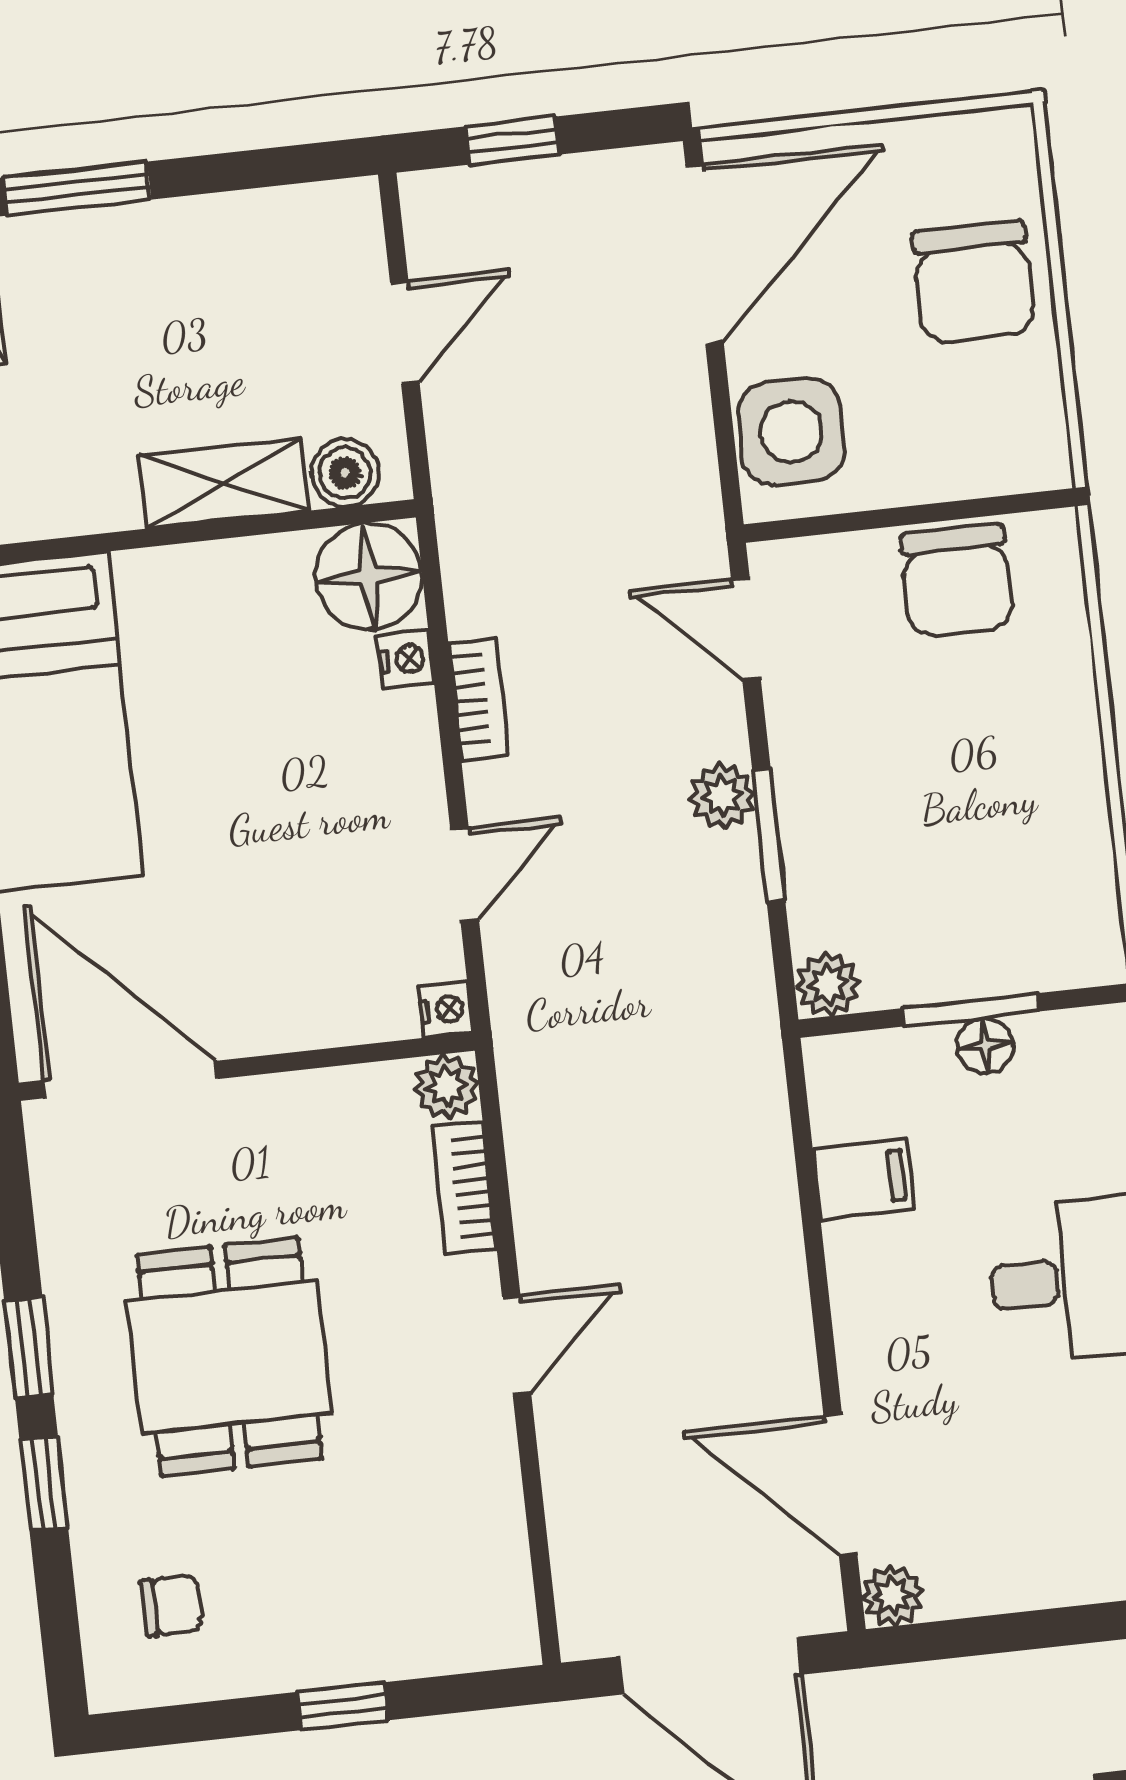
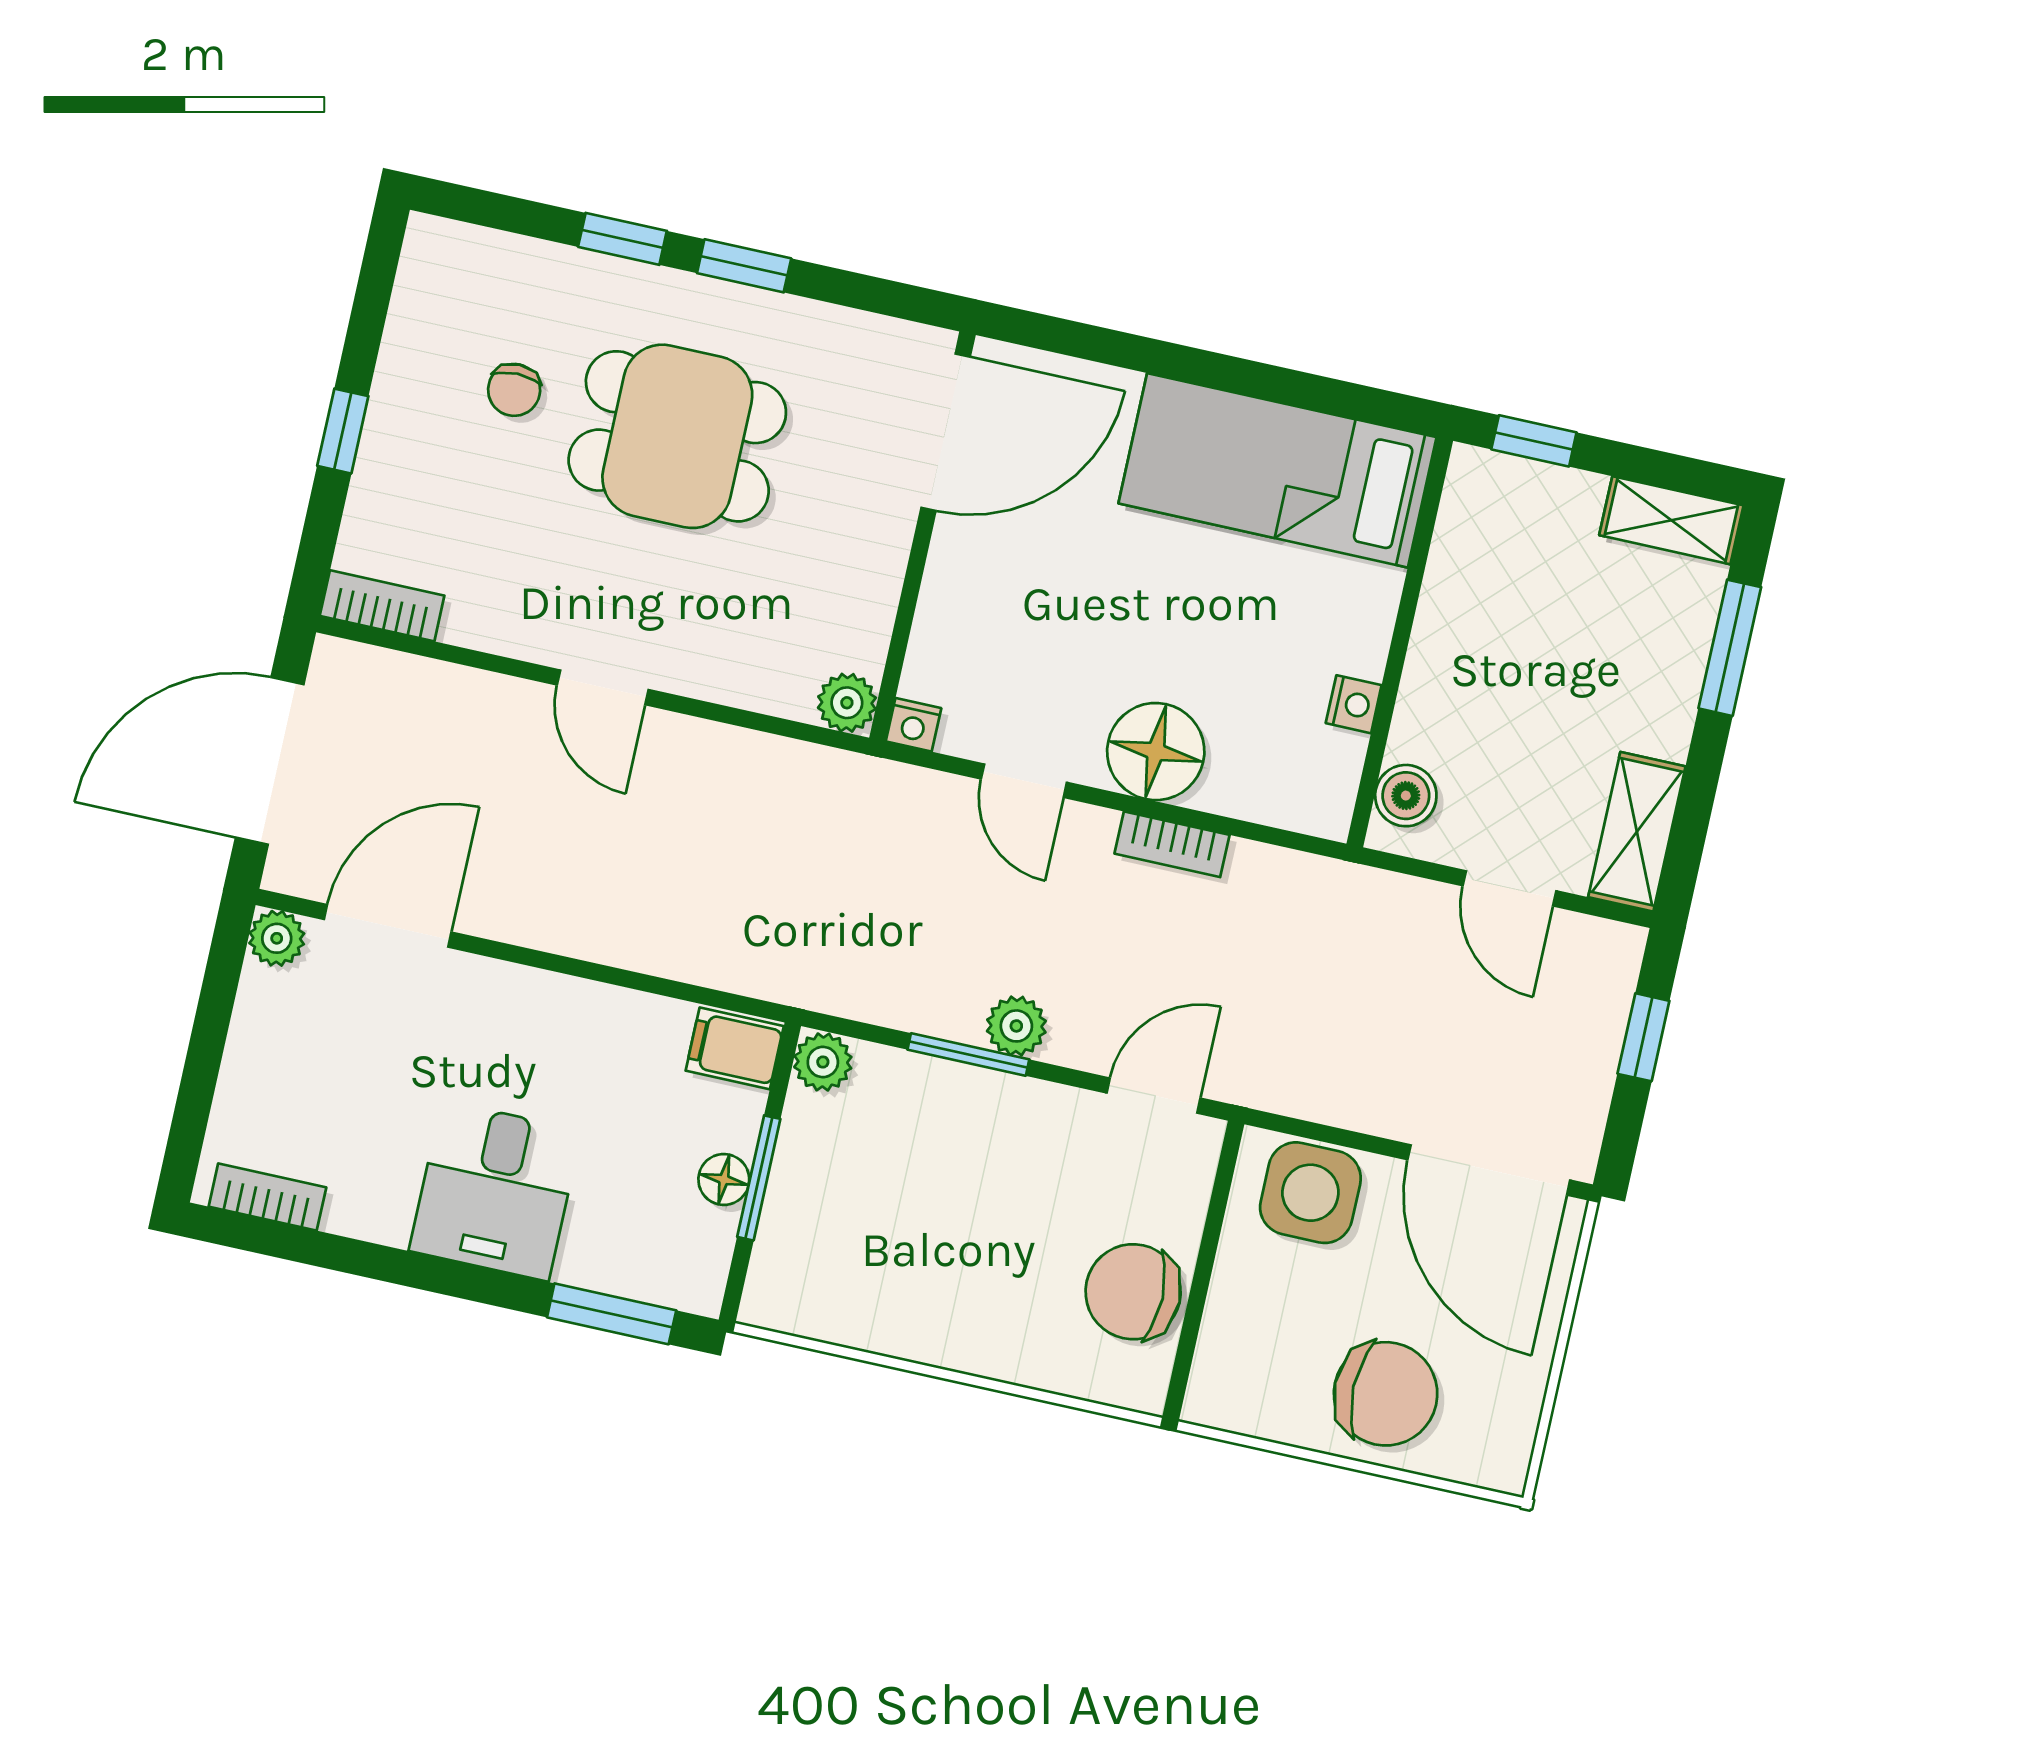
chair: (974, 282) -> (1386, 1394), turned 180
shelving: (224, 483) -> (1637, 832), moved
floor lamp: (369, 576) -> (1156, 752), moved
nightstand: (406, 659) -> (1354, 704), moved, turned -90
filing cabinet: (864, 1179) -> (735, 1048), moved, turned 90
bookcase: (464, 1188) -> (382, 606), moved
chair: (171, 1606) -> (514, 390), moved

